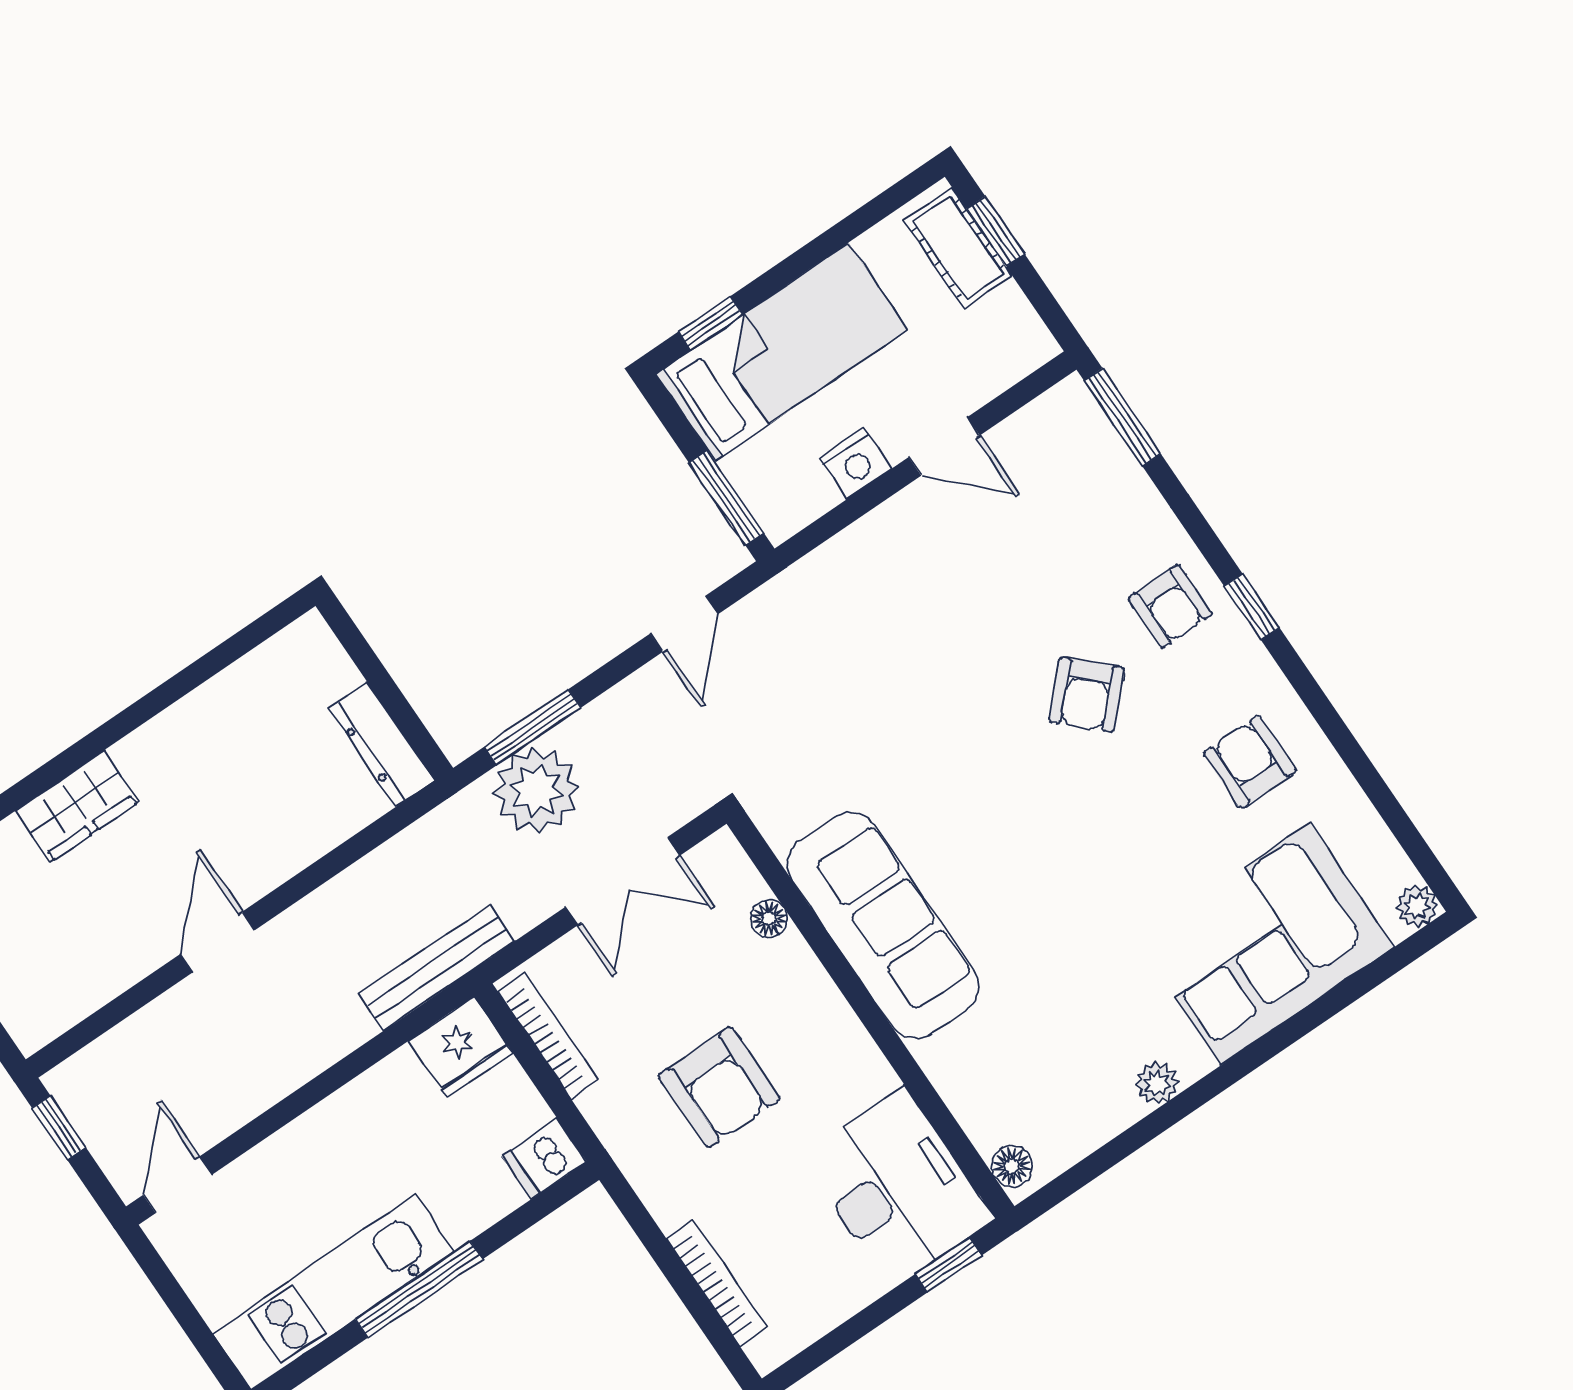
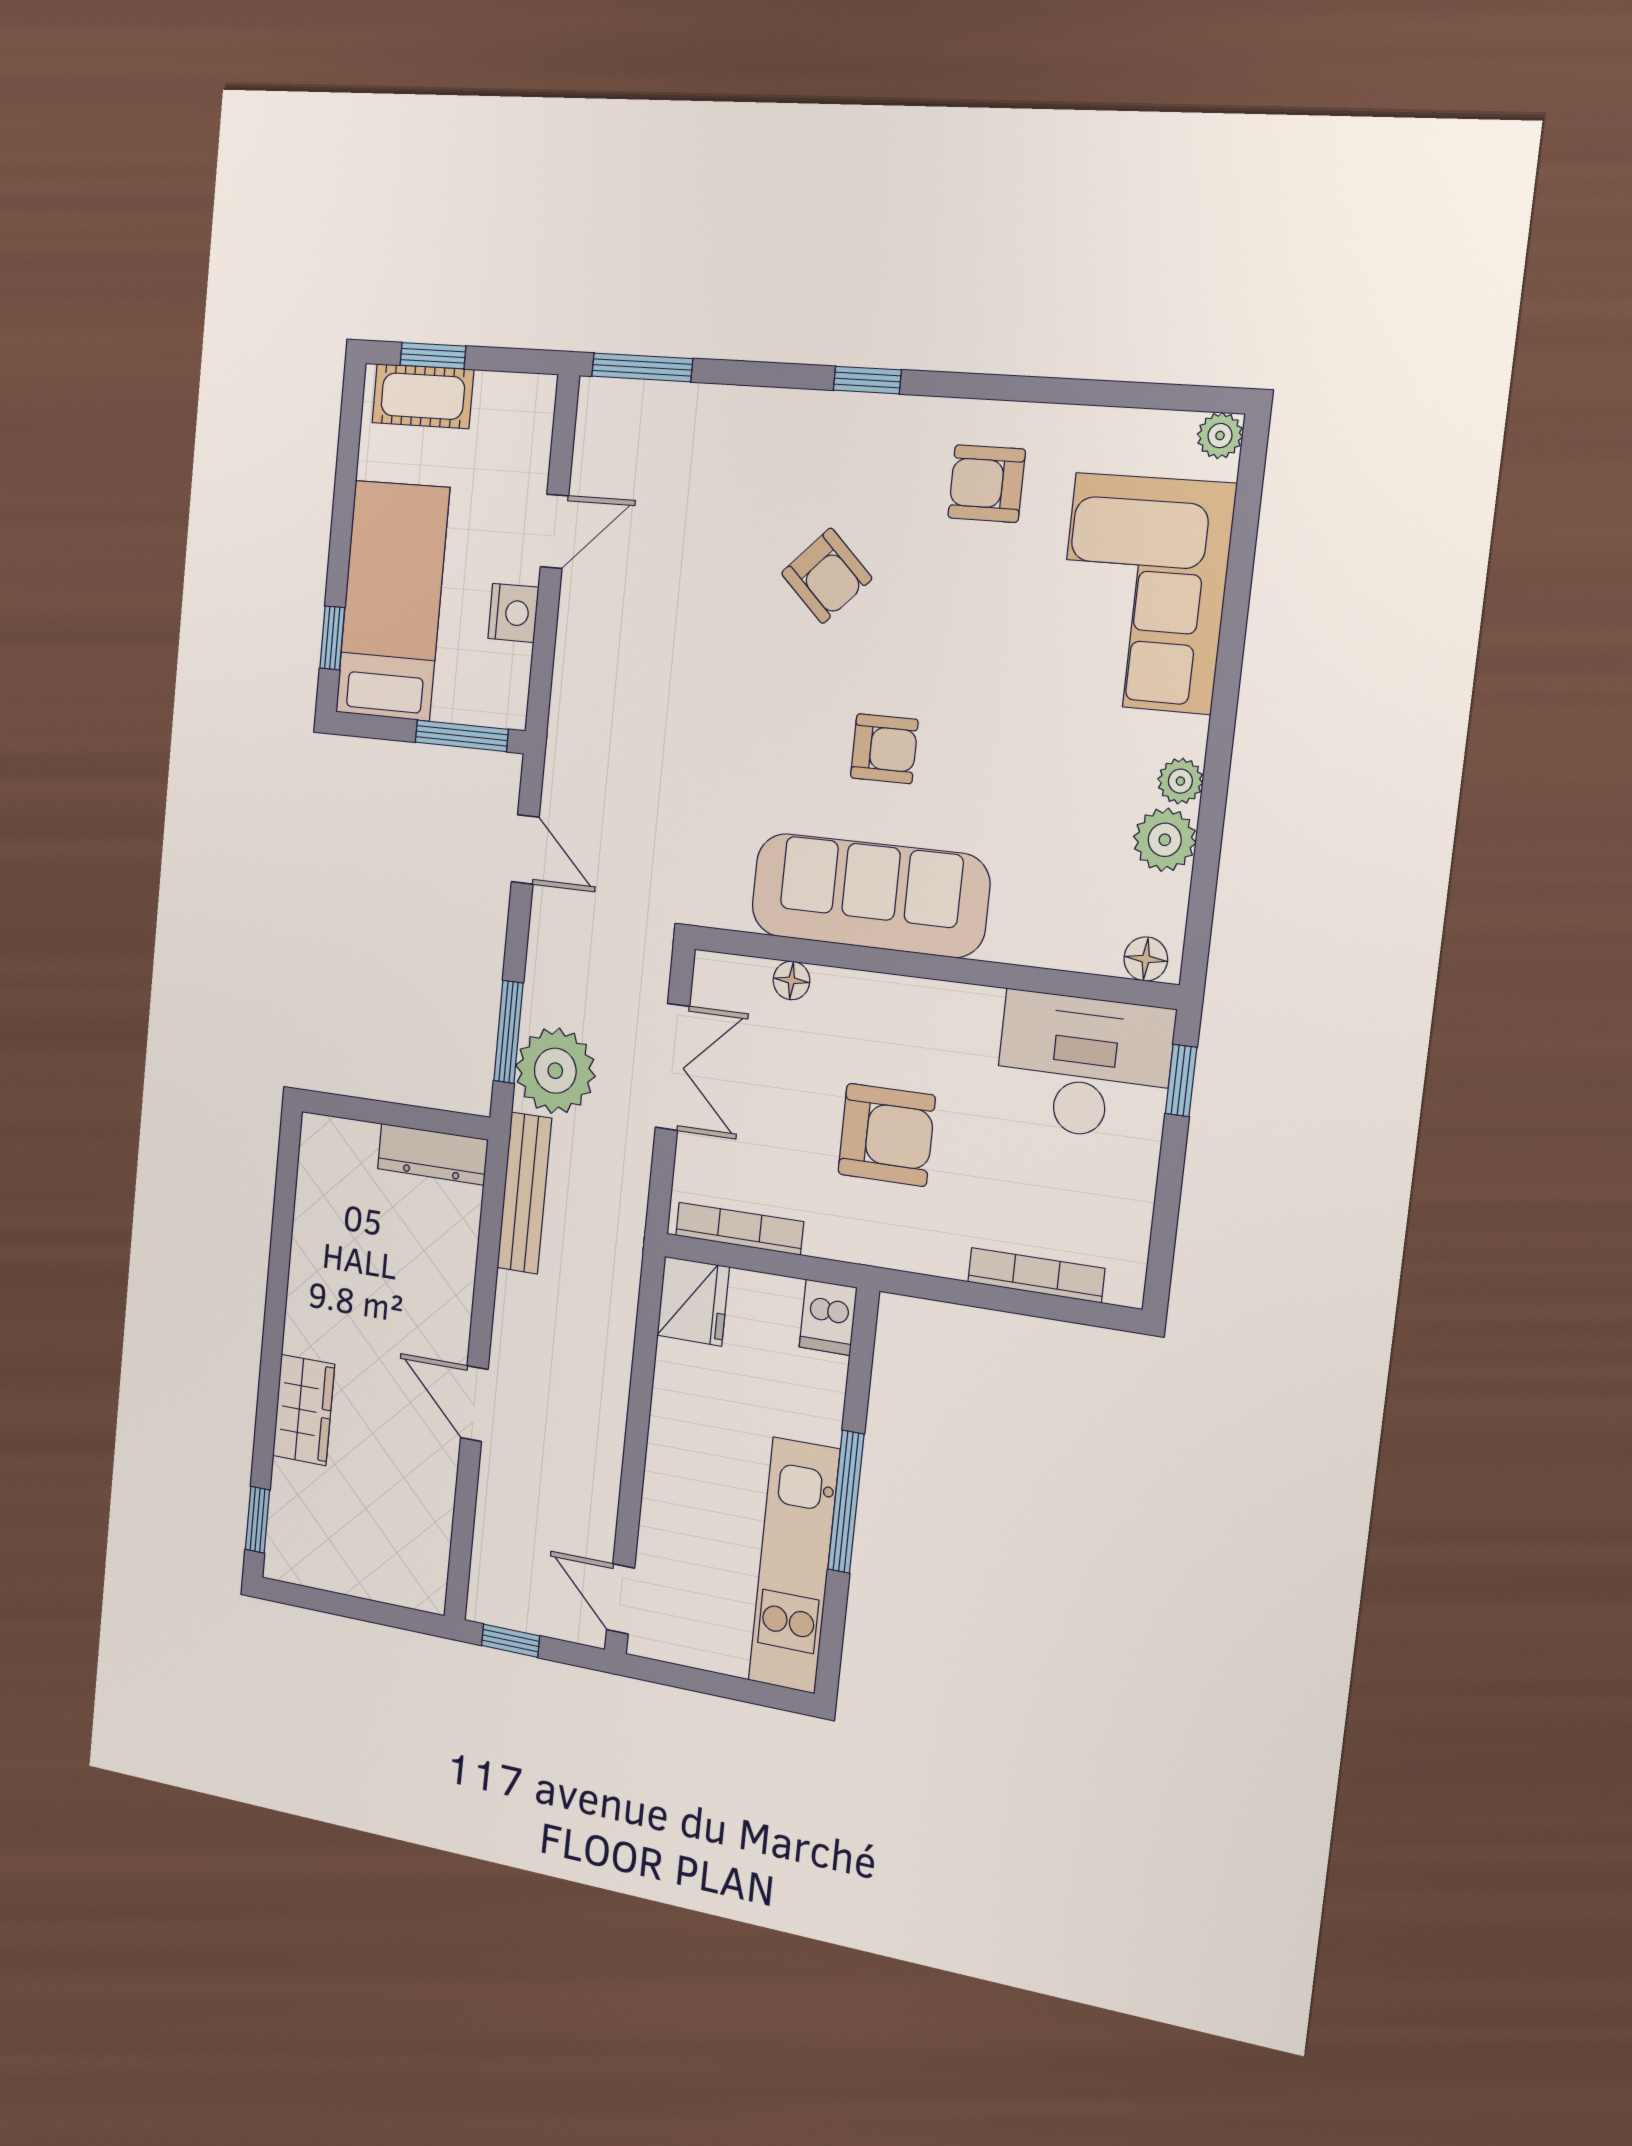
armchair: (1170, 606) -> (884, 749), moved
bench: (437, 968) -> (524, 1193), moved
plant: (1107, 1108) -> (1165, 840), added

